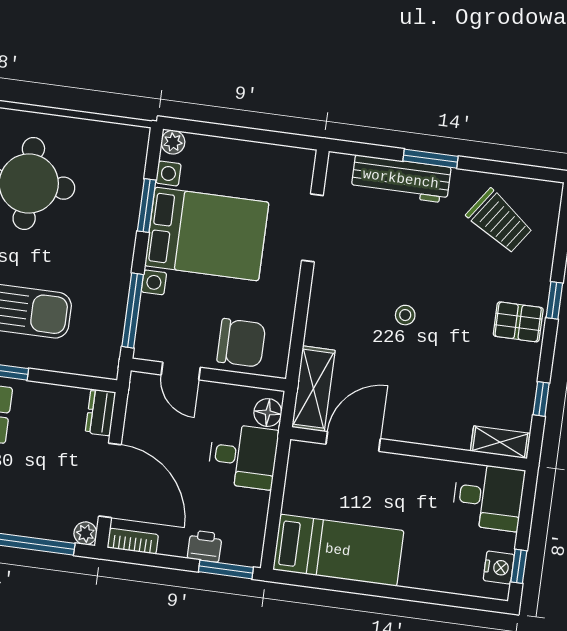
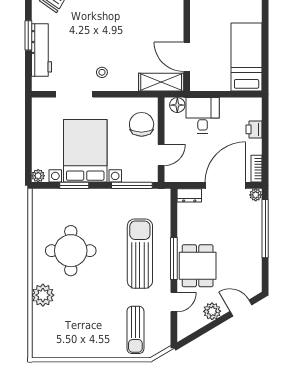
stool: (405, 315) -> (102, 72), moved
window: (226, 569) -> (265, 116), removed

